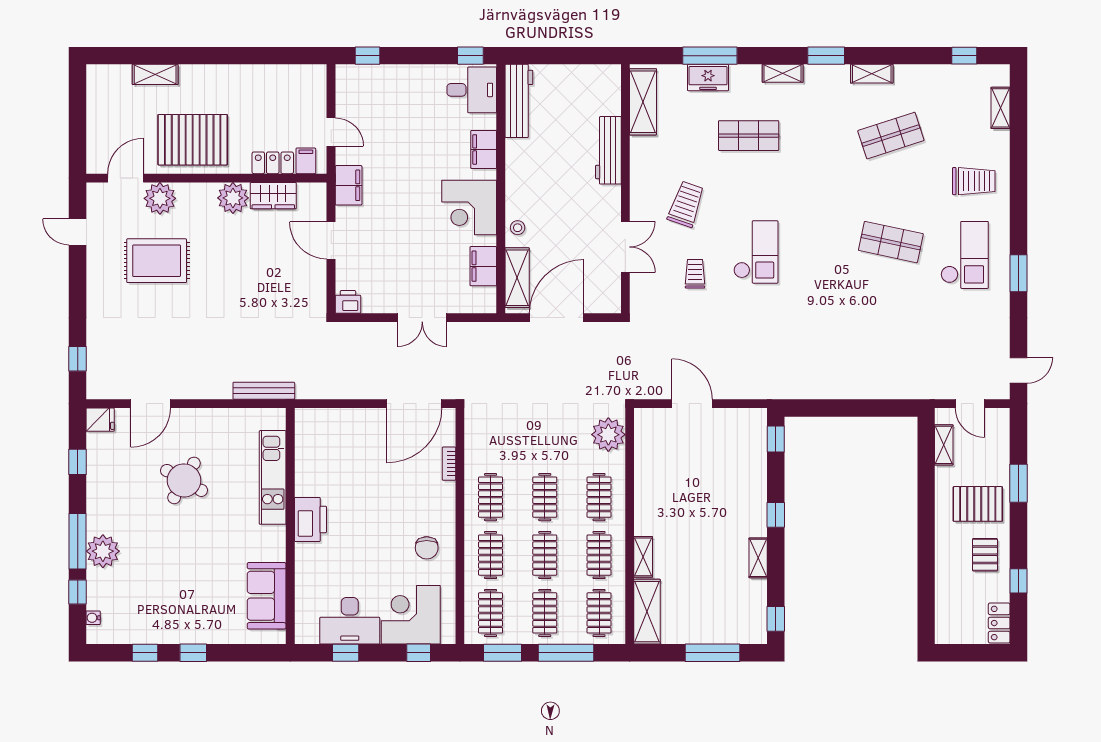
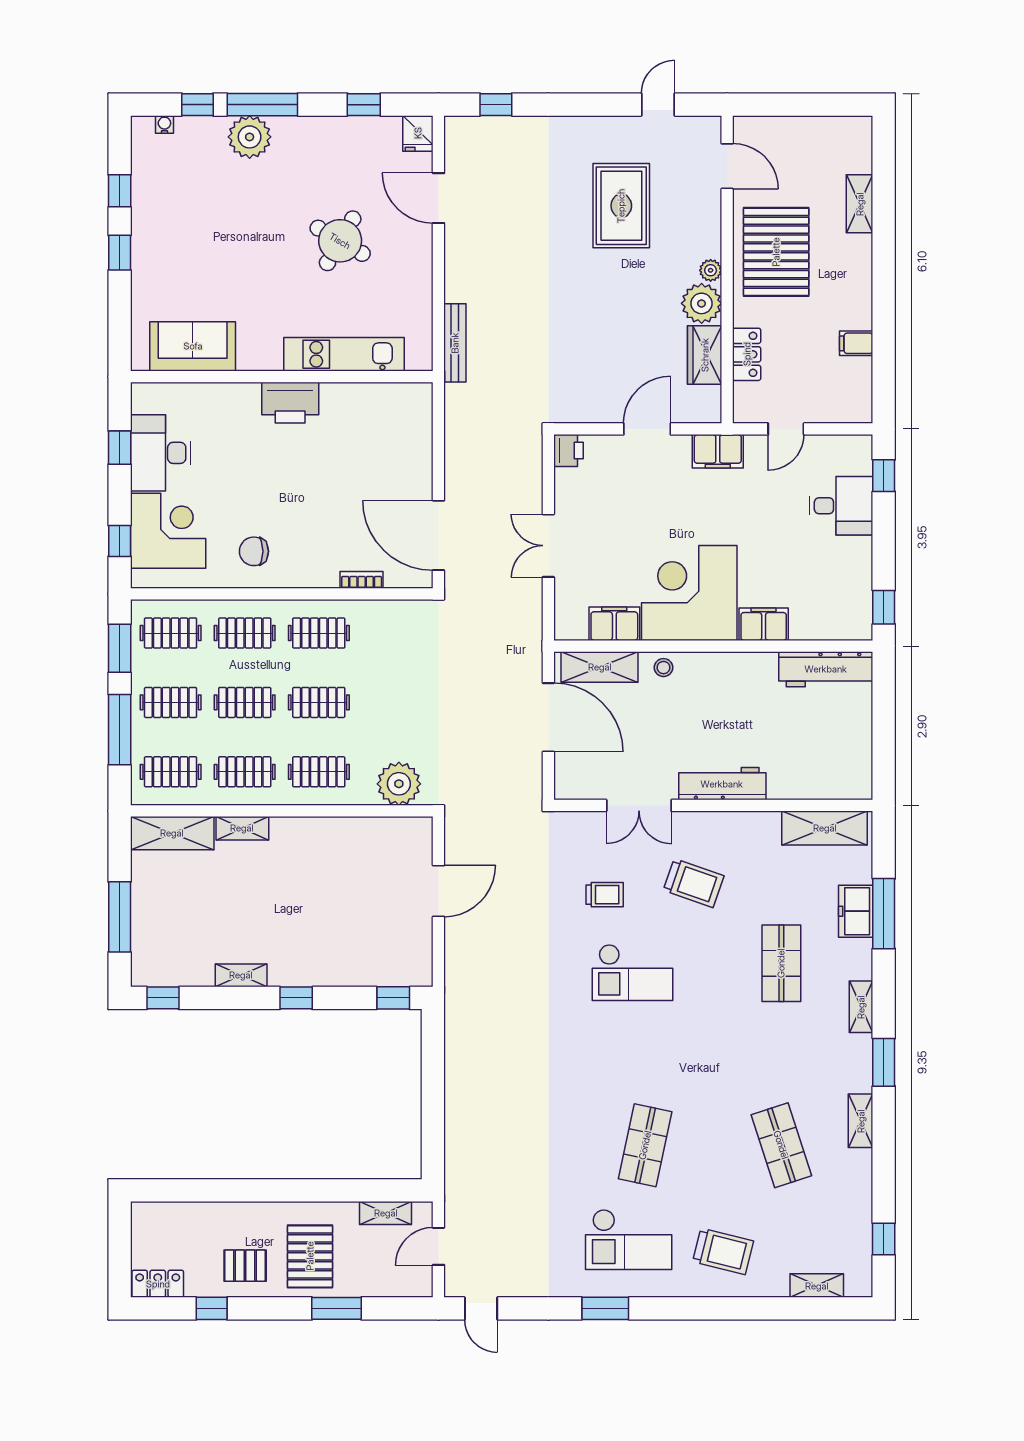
desk: (472, 90) -> (841, 506), moved, turned -90
workbench: (608, 150) -> (722, 784), moved
filing cabinet: (306, 161) -> (856, 343), moved, turned 180
trolley: (974, 181) -> (723, 1251), turned -76
plant: (160, 198) -> (711, 270), moved, width x0.53, depth x0.53
corner desk: (469, 208) -> (689, 593), width x1.36, depth x1.36

